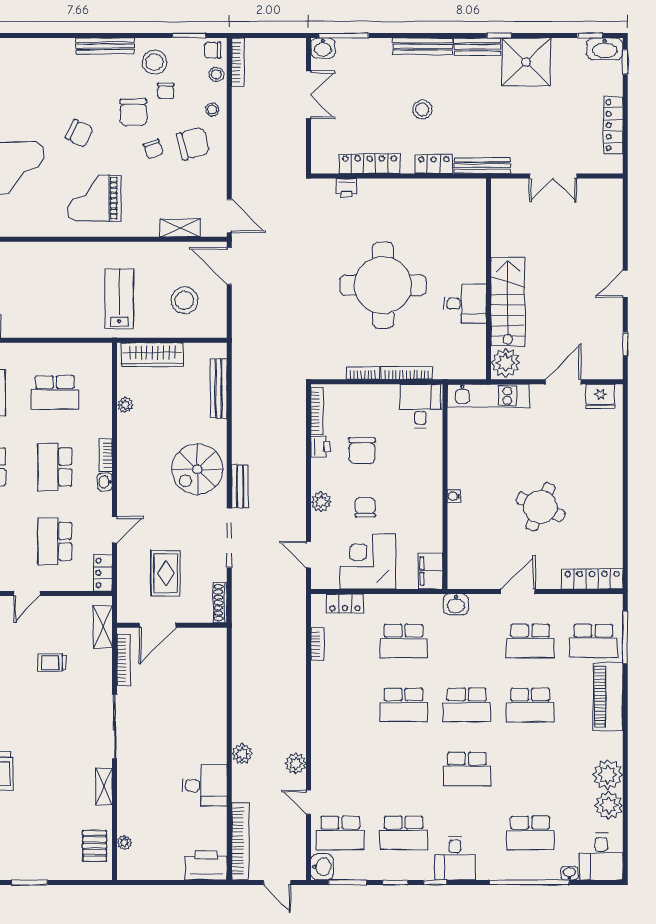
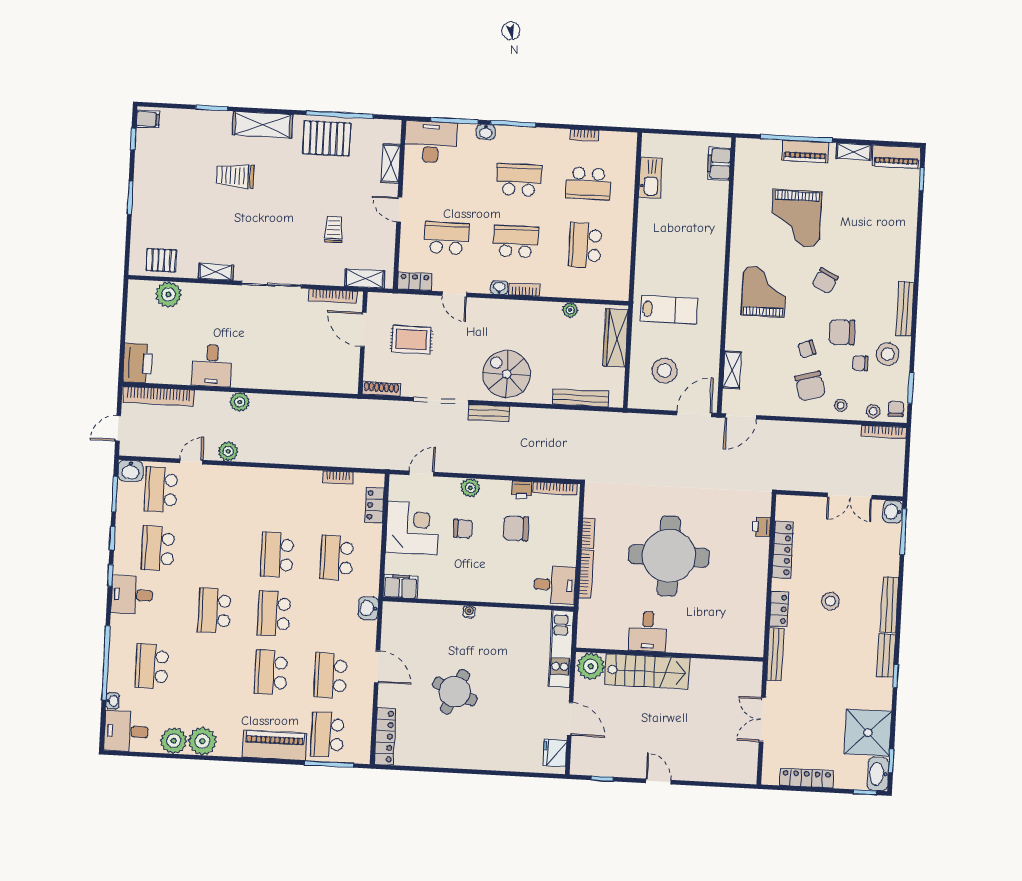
shower: (526, 62) -> (868, 733), moved
plant: (124, 843) -> (168, 294), width x1.87, depth x1.87

